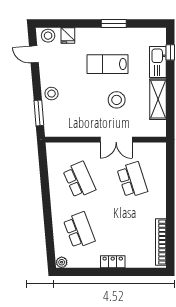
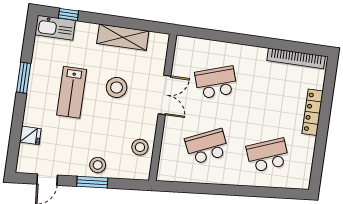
stool: (48, 36) -> (140, 147), moved
kitchen sink: (158, 62) -> (55, 28), moved
window: (39, 113) -> (92, 182), moved
plant: (62, 262) -> (303, 182), removed
locker: (113, 262) -> (313, 112), width x1.53

